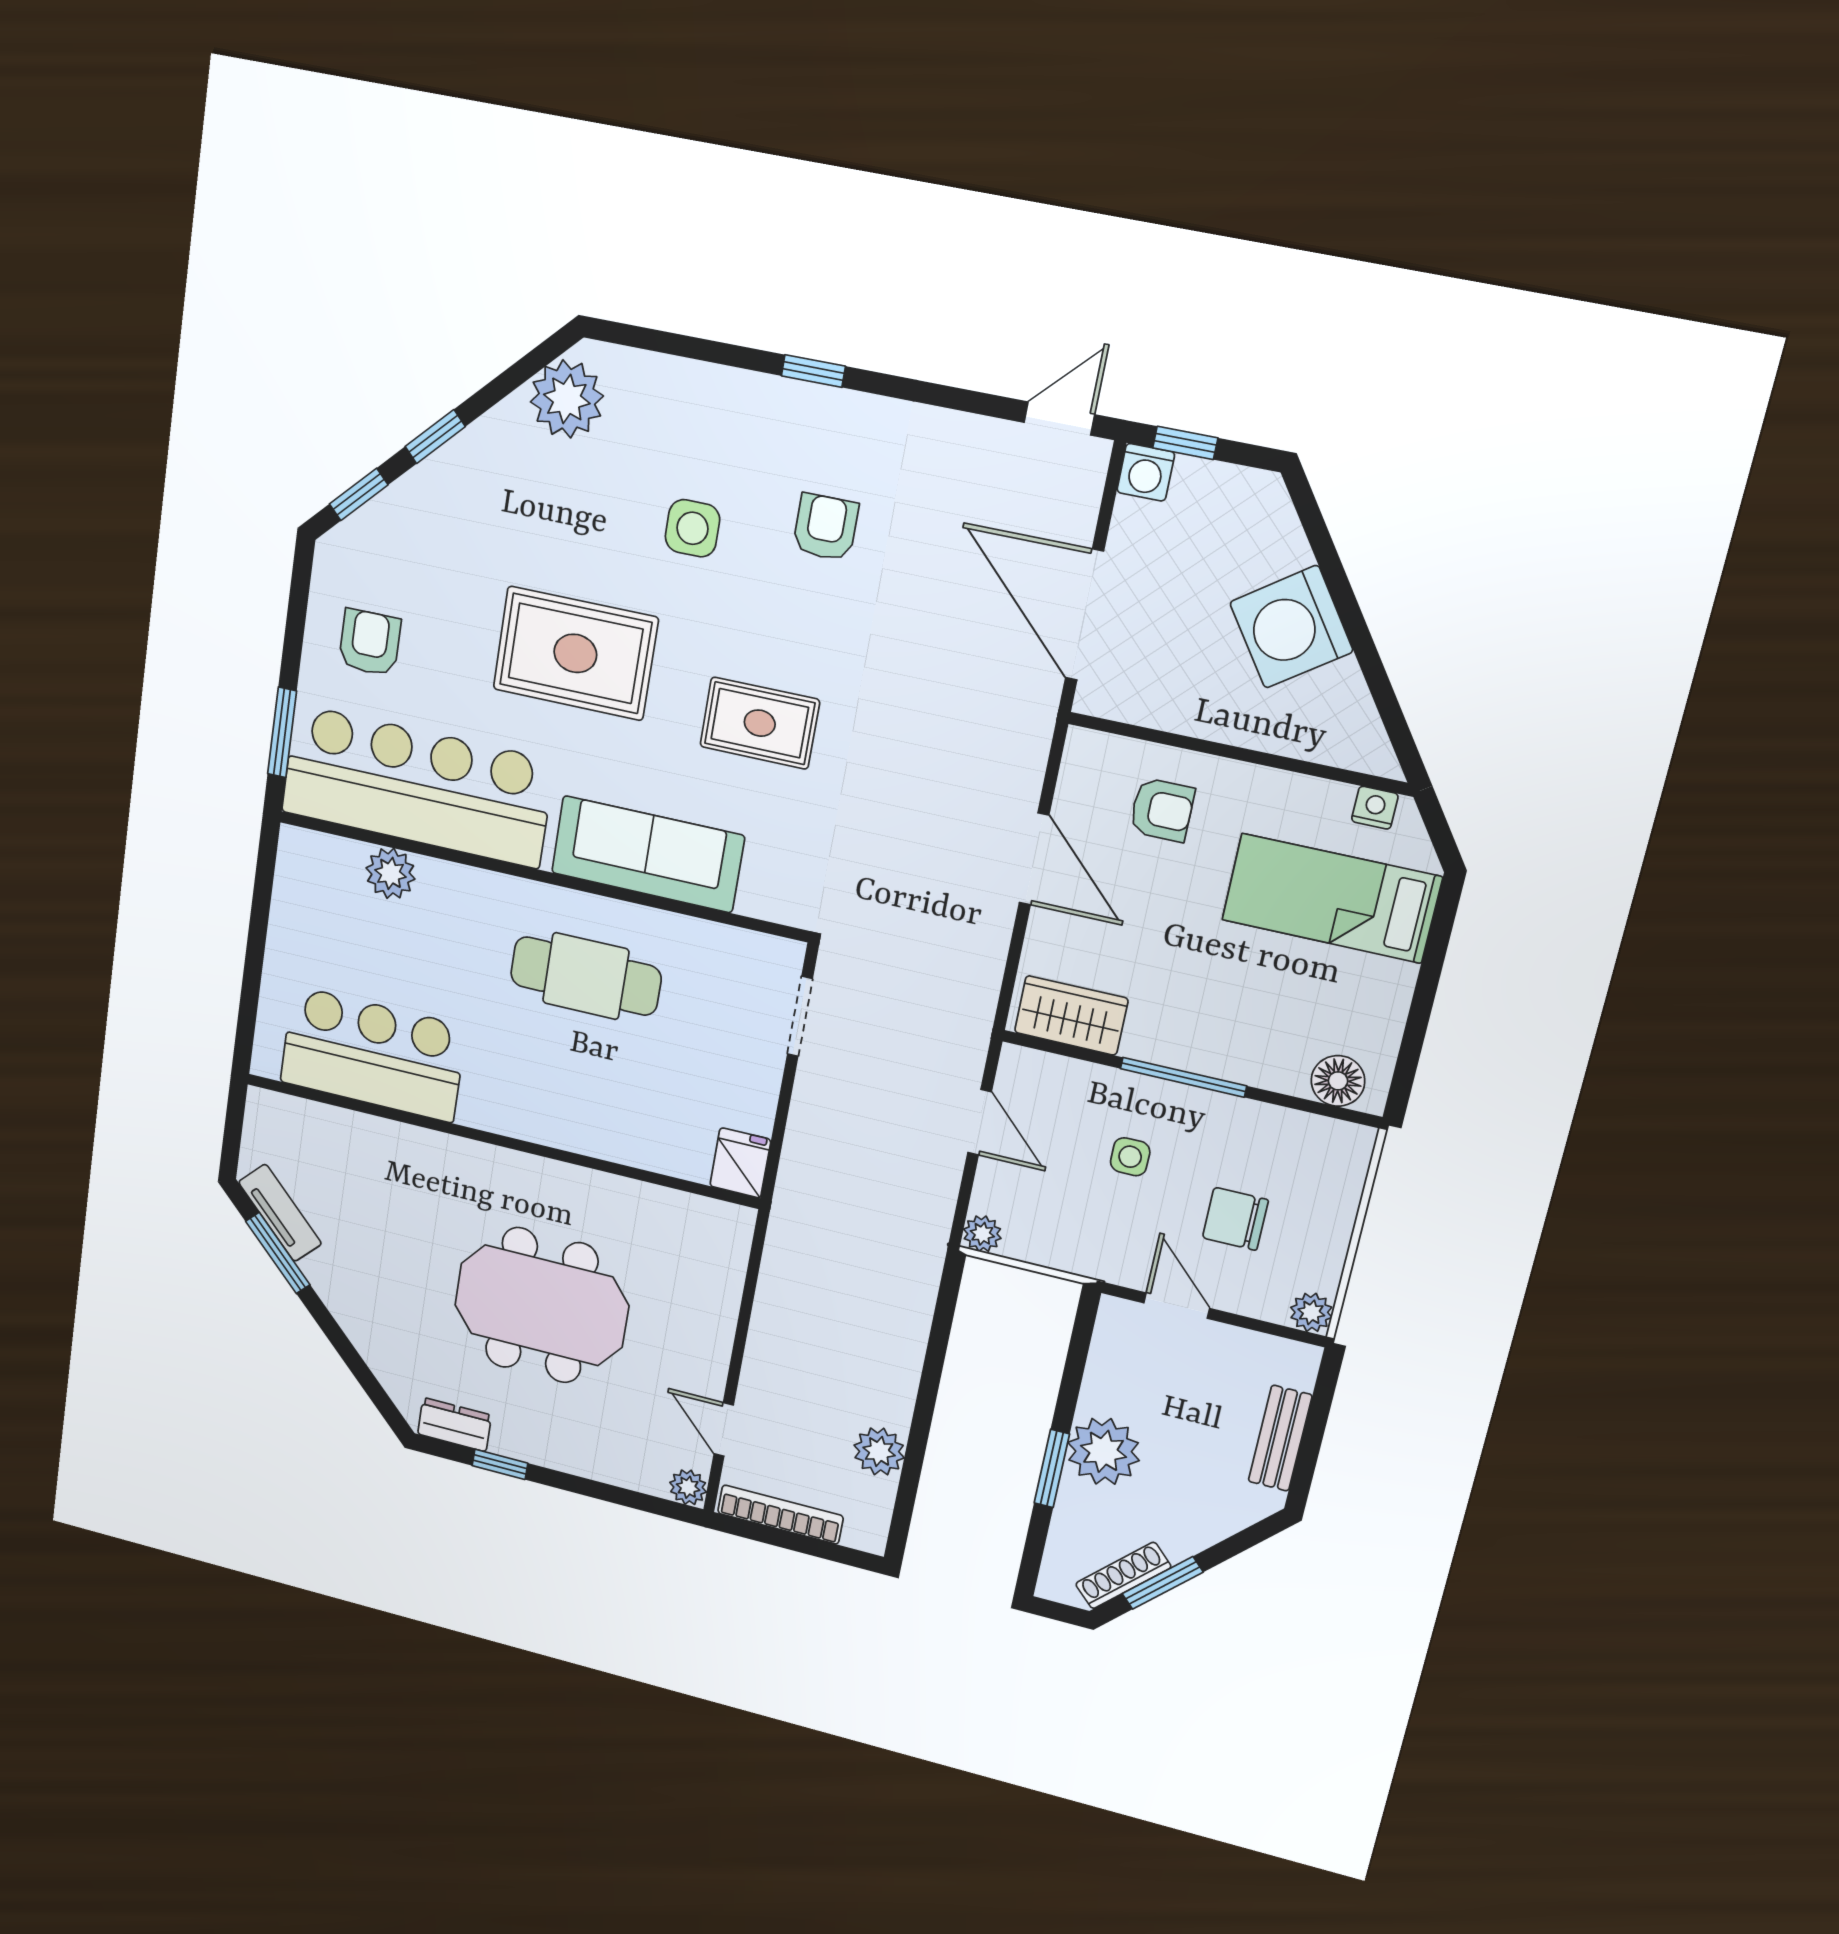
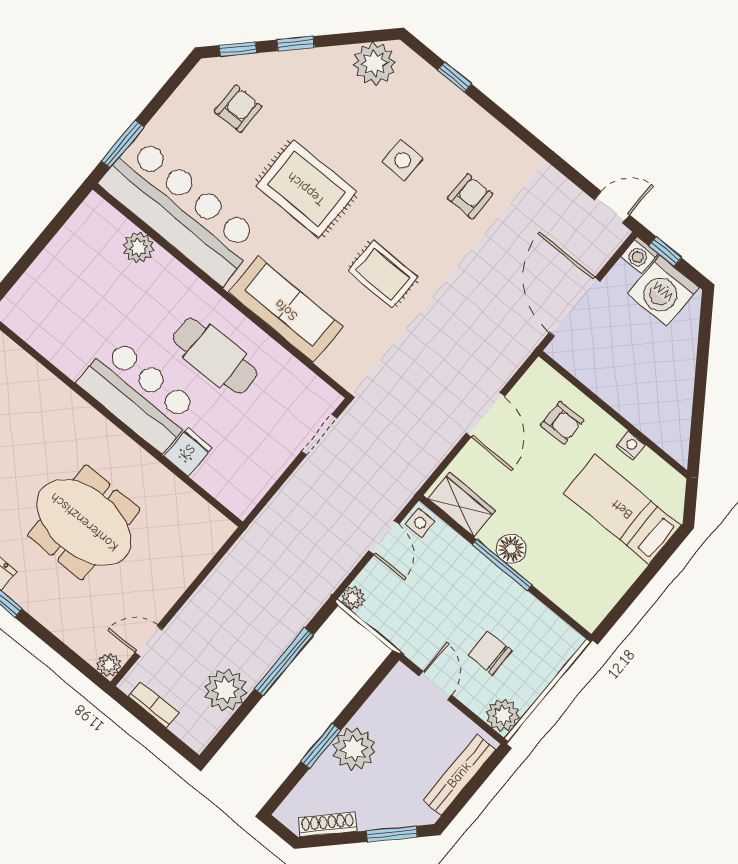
window: (813, 371) -> (455, 77), moved
washing machine: (1291, 627) -> (663, 291), moved, turned -55
armchair: (370, 643) -> (238, 109), moved
nightstand: (1375, 808) -> (631, 446), moved
bar counter: (373, 1054) -> (139, 395), moved
floor lamp: (1338, 1081) -> (511, 549), moved
side table: (1130, 1157) -> (420, 523), moved
fridge: (740, 1163) -> (188, 452), moved
plant: (1311, 1312) -> (503, 715), width x1.38, depth x1.38
window: (932, 1372) -> (284, 662), added
door: (724, 1429) -> (149, 641), hinge flipped
bench: (1280, 1438) -> (459, 775), width x1.36
plant: (879, 1451) -> (226, 690), width x1.36, depth x1.36
bookcase: (780, 1515) -> (153, 704), width x0.64
window: (1163, 1583) -> (392, 834), moved

